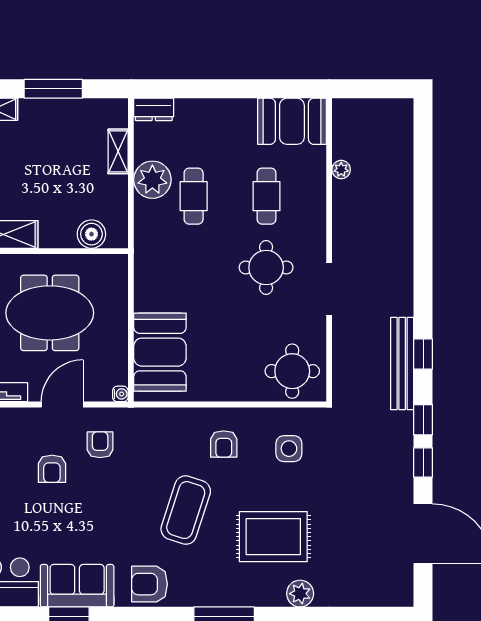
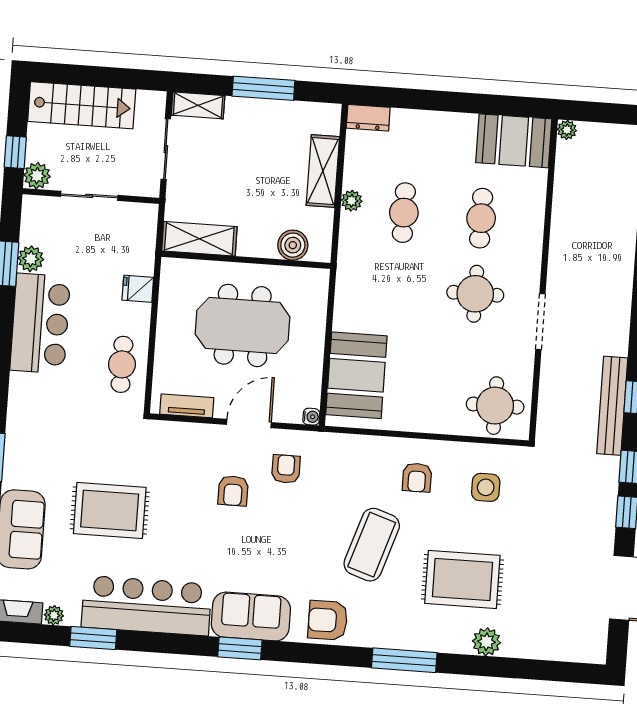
shelving: (118, 151) -> (323, 171), width x1.50, depth x1.33
plant: (341, 170) -> (567, 130), moved
plant: (152, 180) -> (352, 201), width x0.53, depth x0.53

